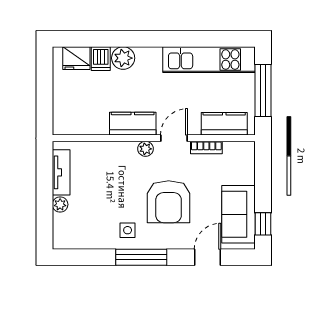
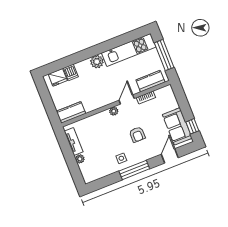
plant: (123, 58) -> (97, 62), moved
kitchen counter: (133, 124) -> (71, 112), moved
armchair: (169, 202) -> (137, 134), width x0.53, depth x0.53

